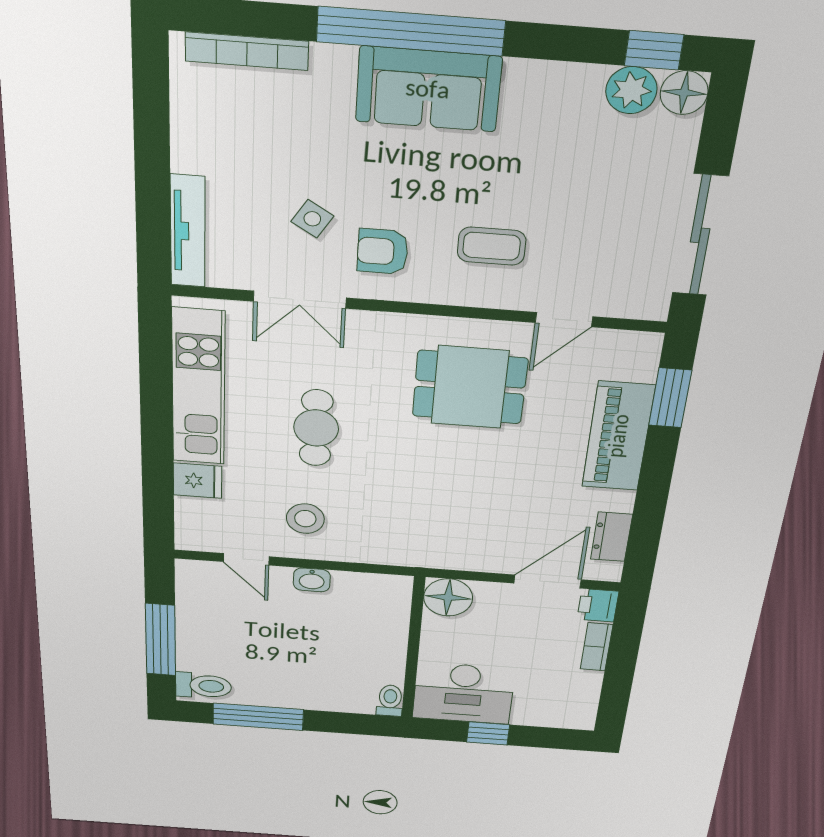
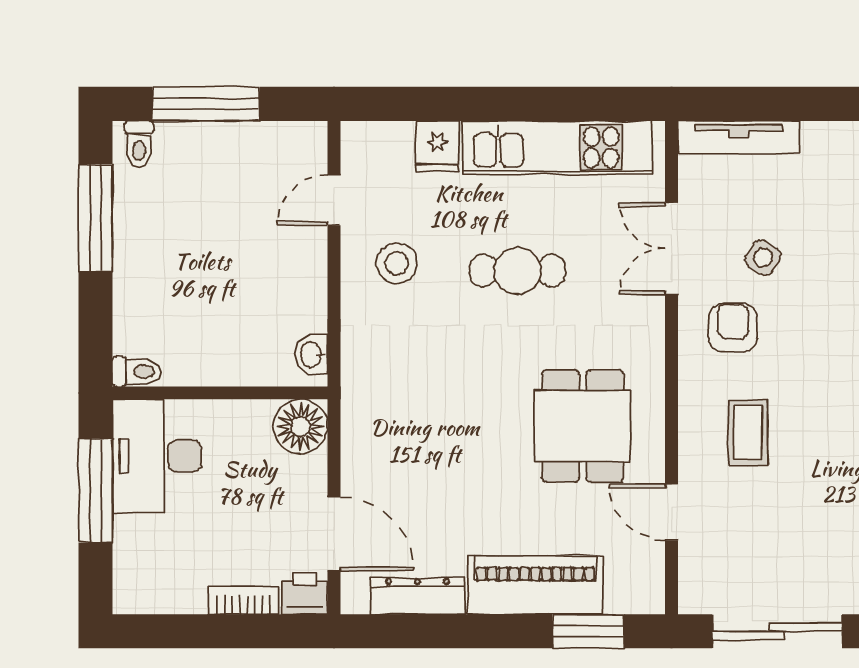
dresser: (612, 537) -> (417, 596), width x1.44
washbasin: (312, 580) -> (311, 354), moved
toilet: (204, 686) -> (139, 144), width x0.73, depth x0.72
window: (488, 733) -> (96, 491), width x2.17

